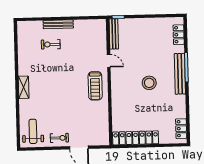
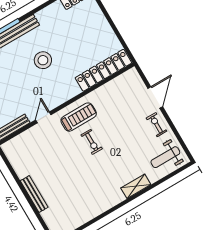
exercise bike: (51, 44) -> (92, 142), moved
shelving: (24, 87) -> (136, 186), moved
locker: (136, 138) -> (103, 70), moved, turned 90

